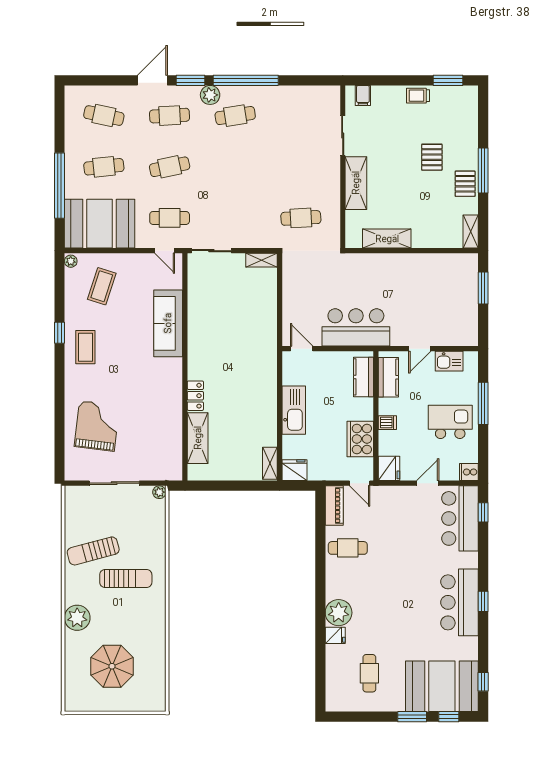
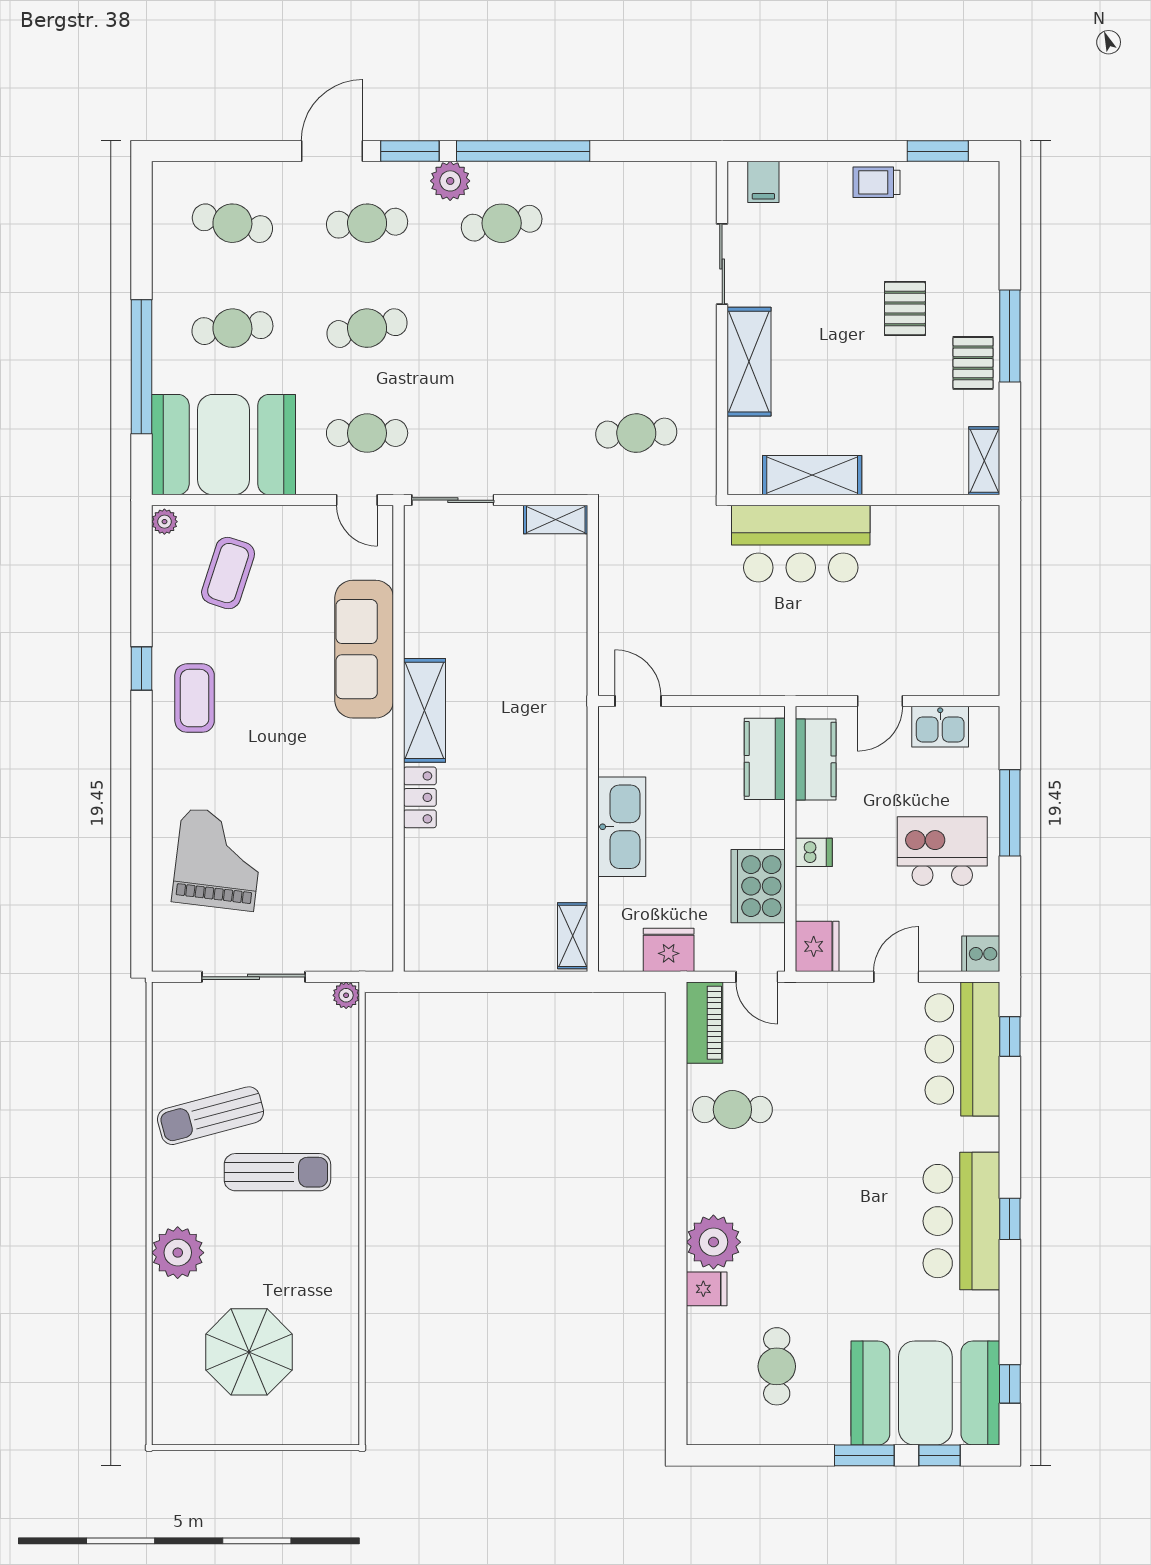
window: (483, 288) -> (1010, 577), removed
bar counter: (356, 327) -> (801, 544), moved, turned 180
shelving: (198, 438) -> (425, 710), moved
fridge: (294, 470) -> (669, 950), moved

